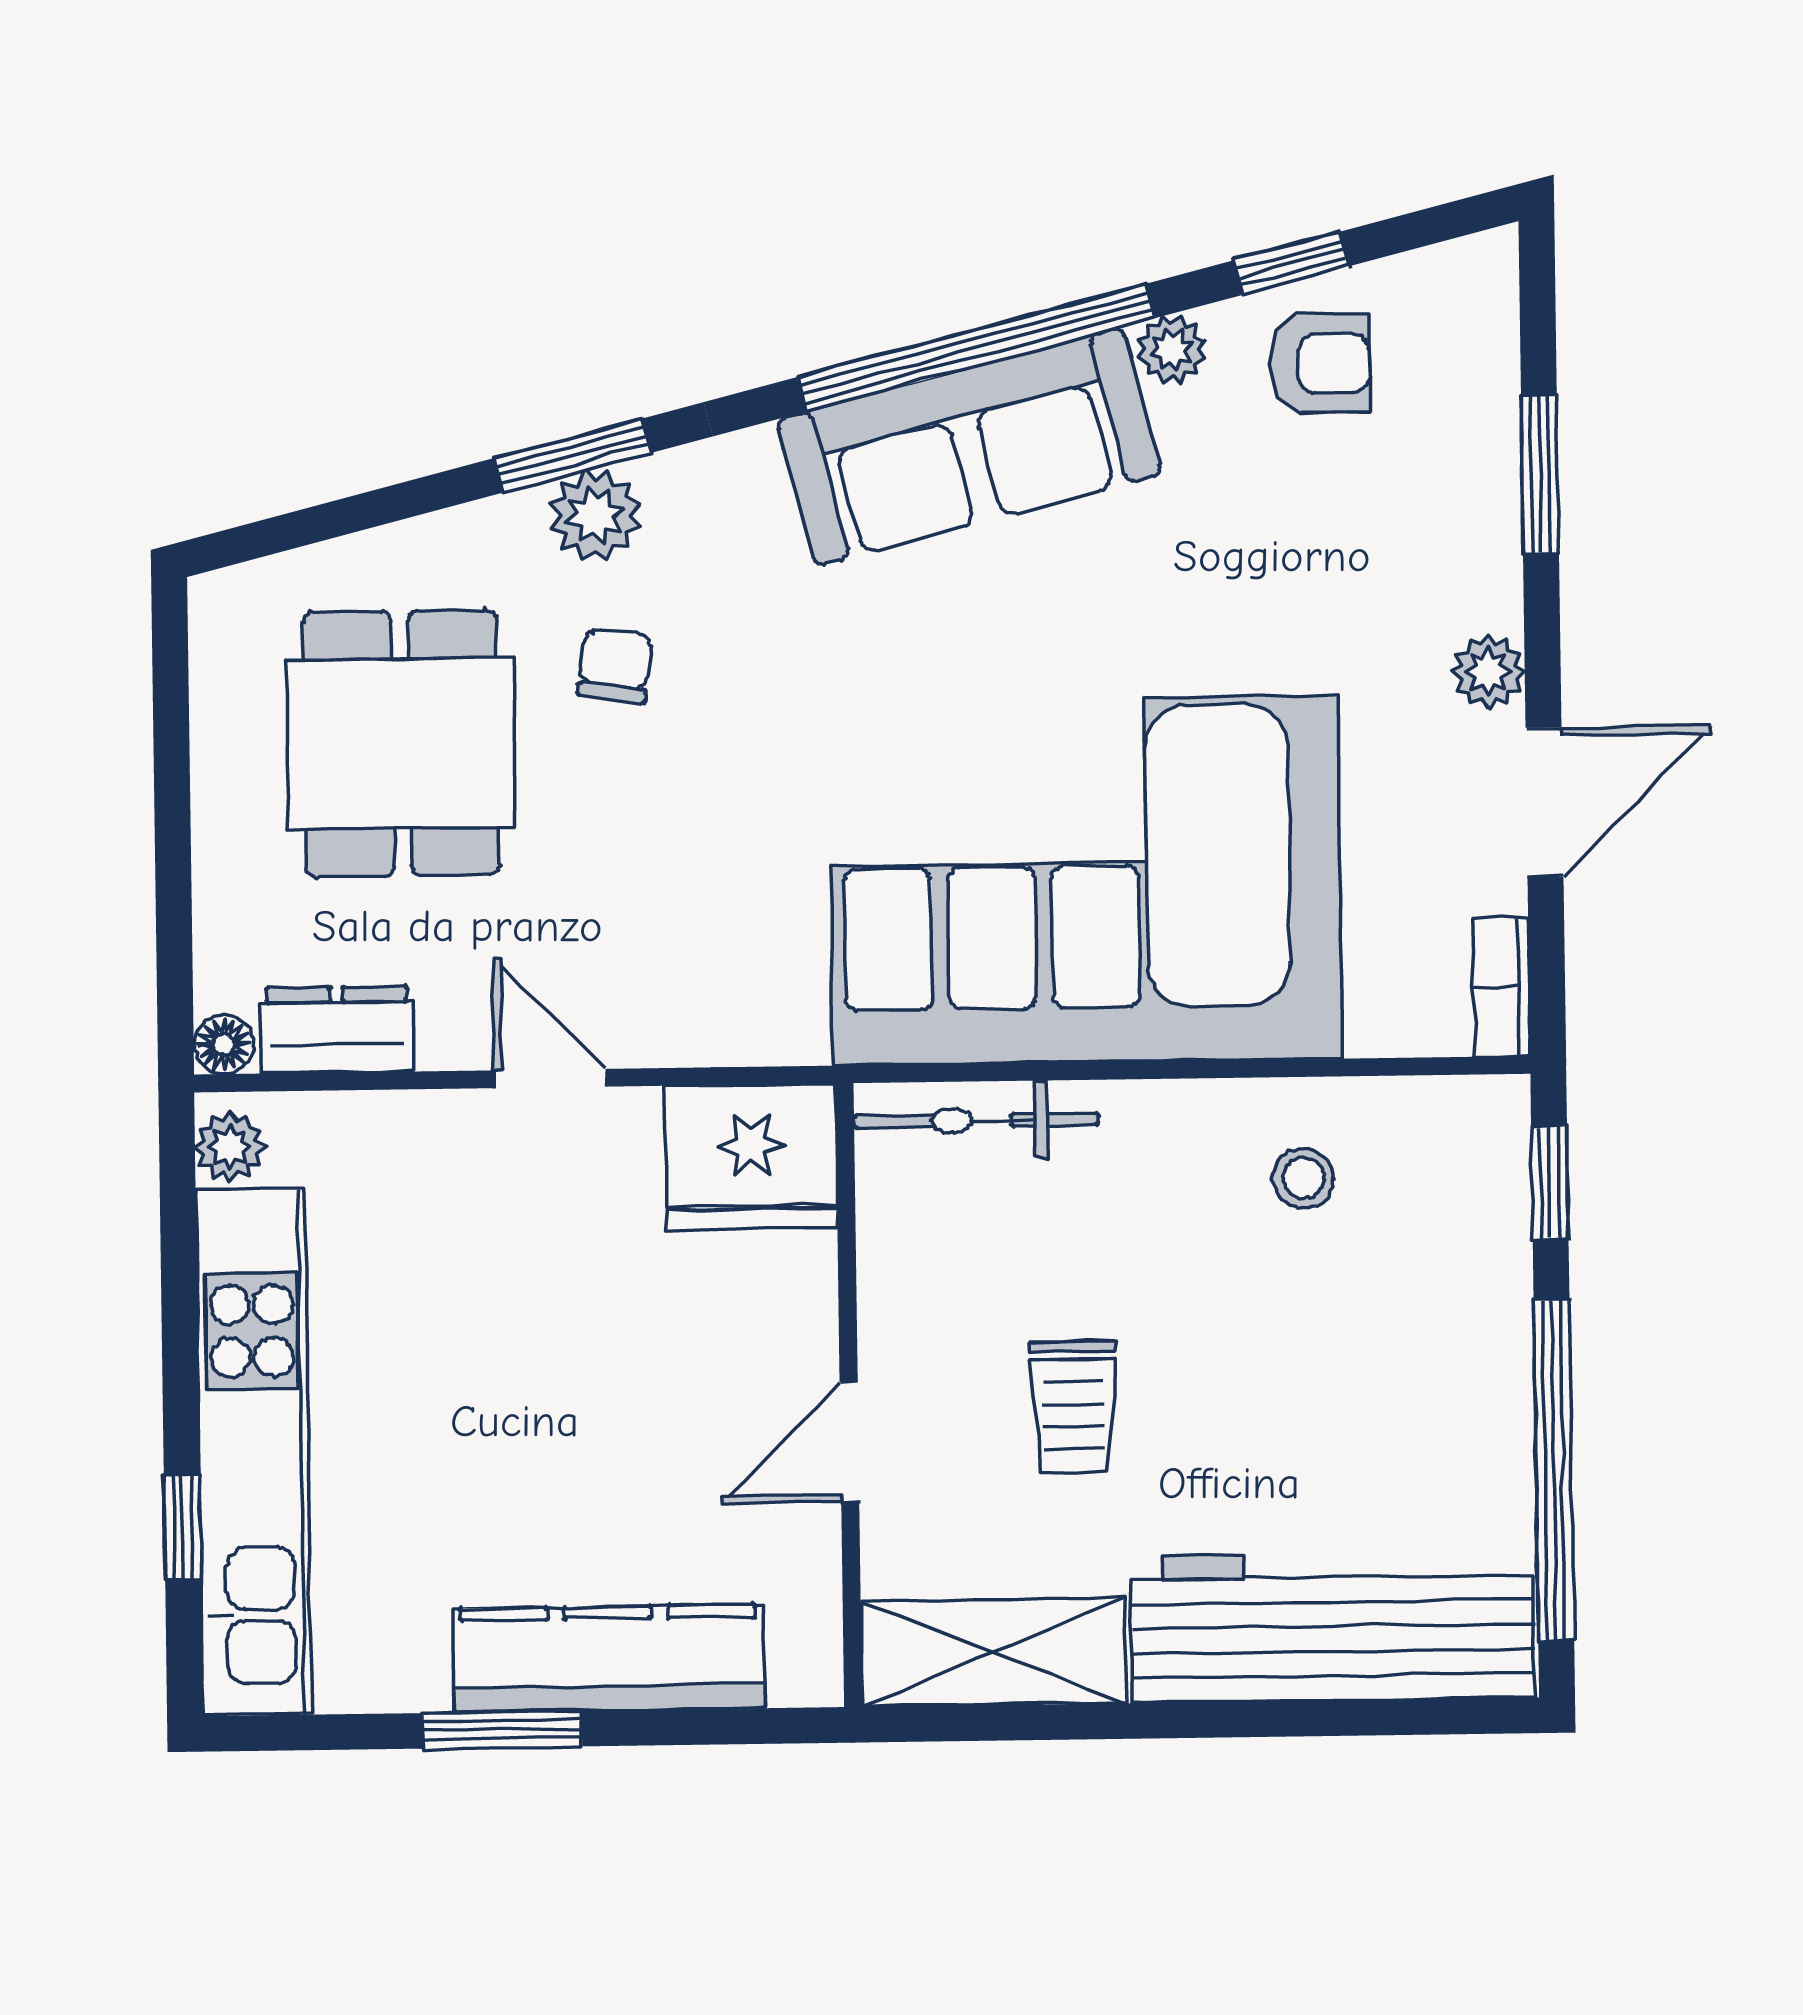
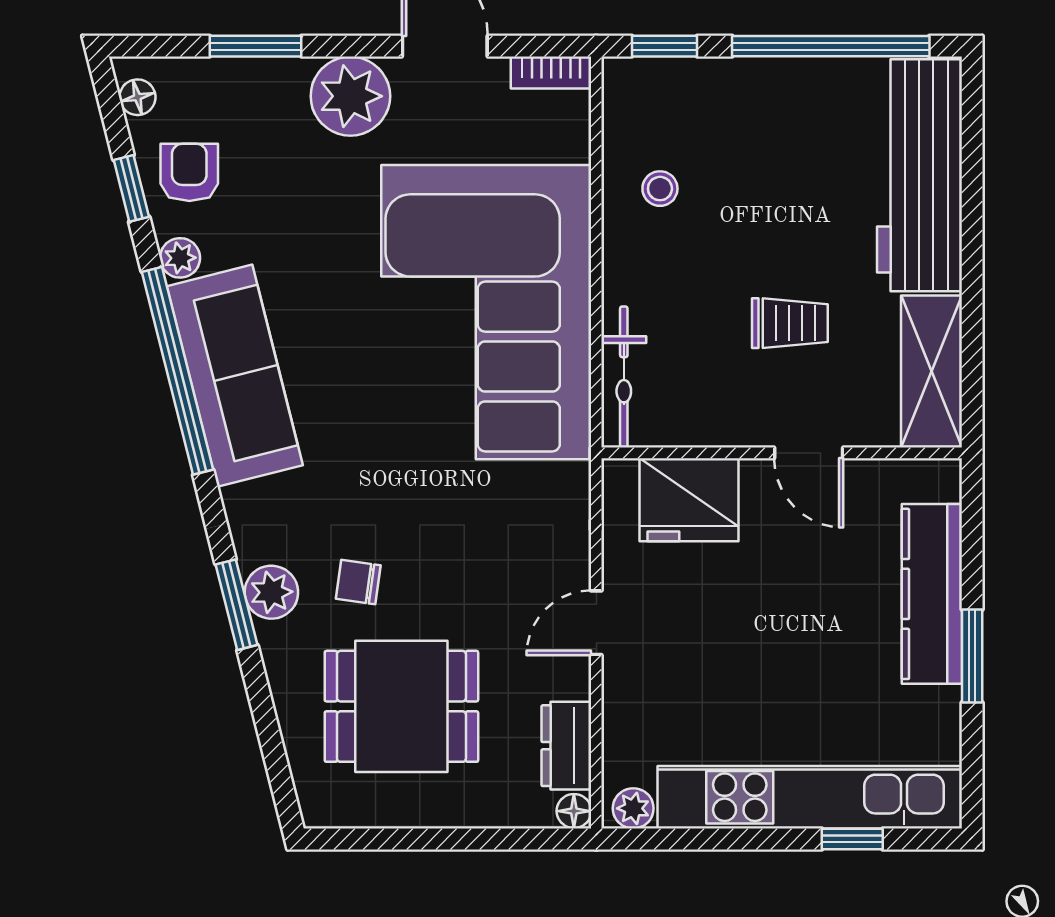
floor lamp: (1449, 272) -> (137, 97), added
plant: (1488, 672) -> (350, 96), width x1.87, depth x1.87
fridge: (751, 1157) -> (689, 500), moved, turned 90

